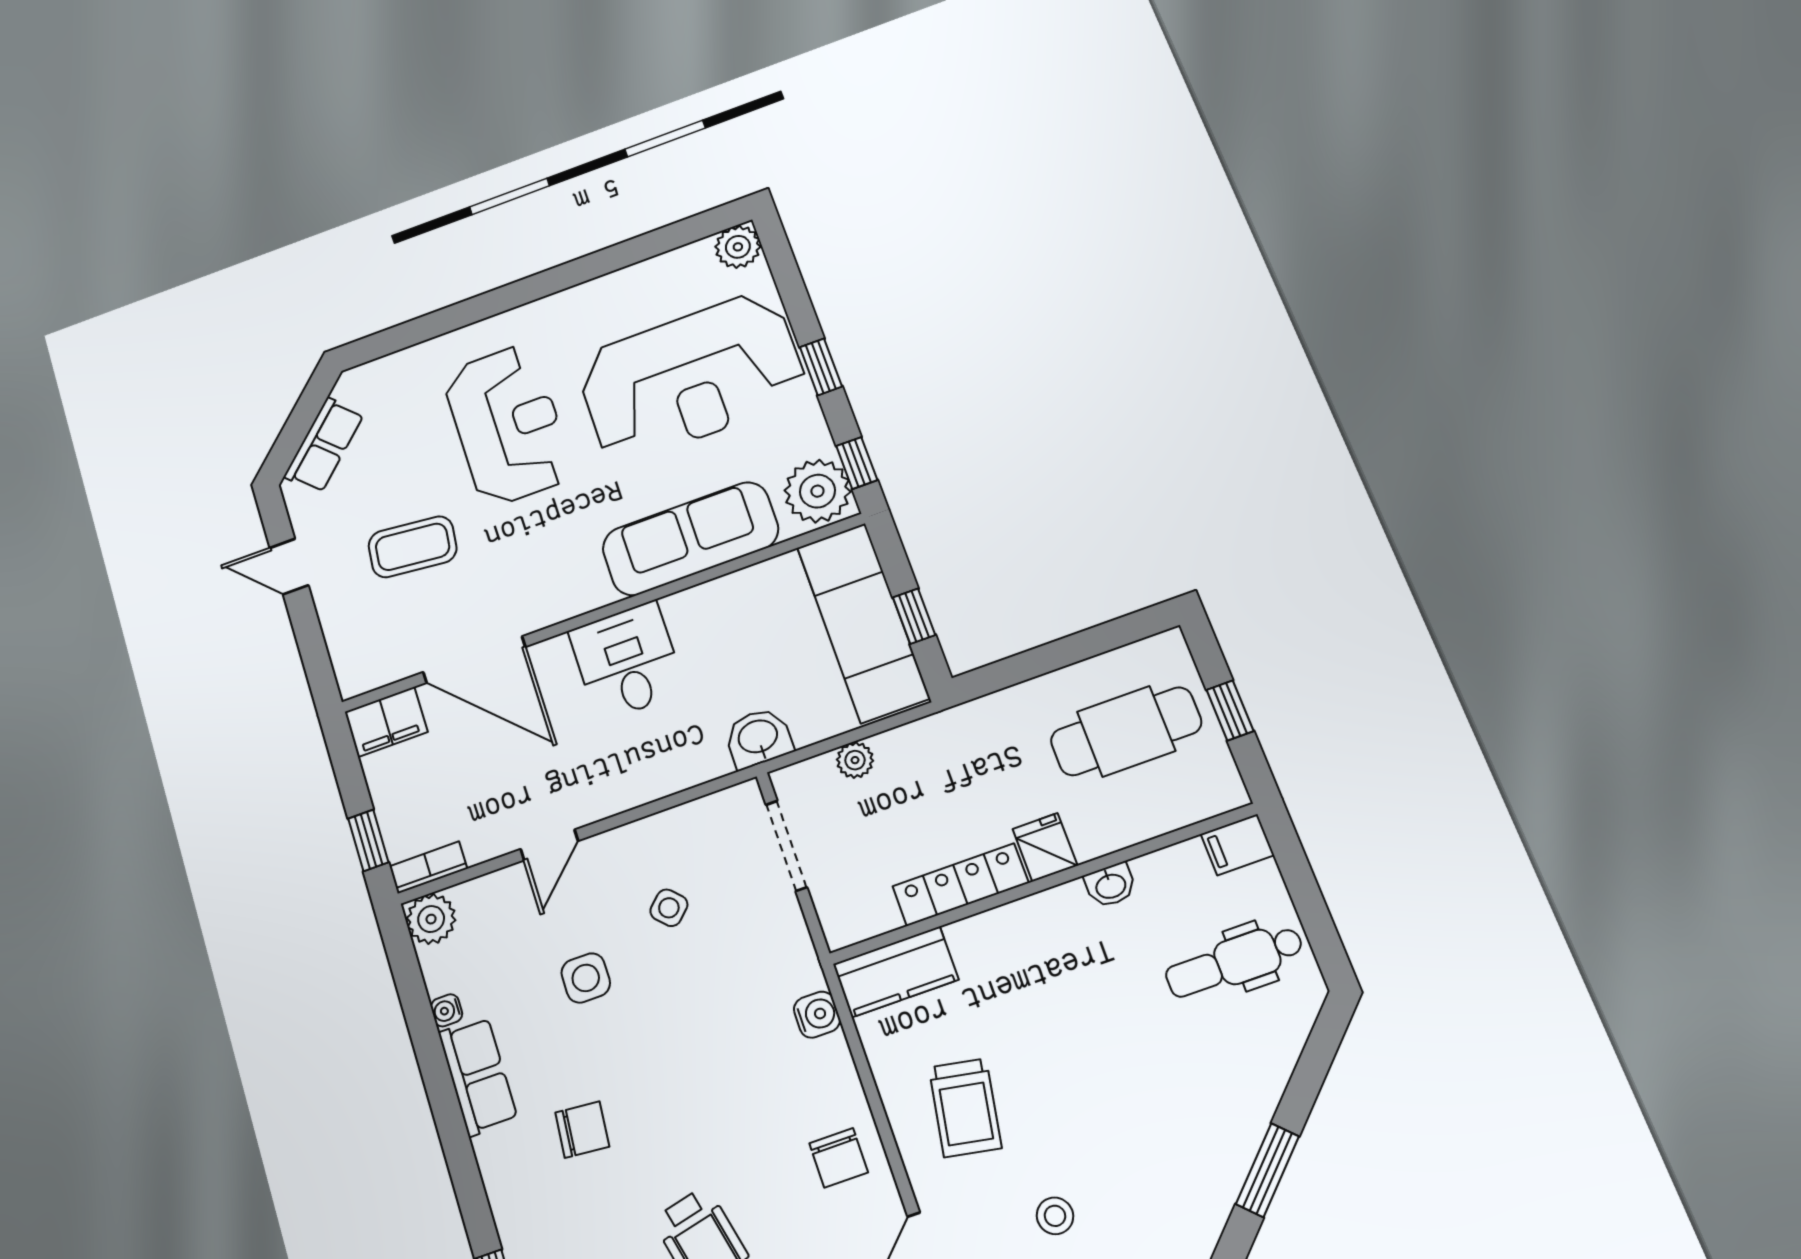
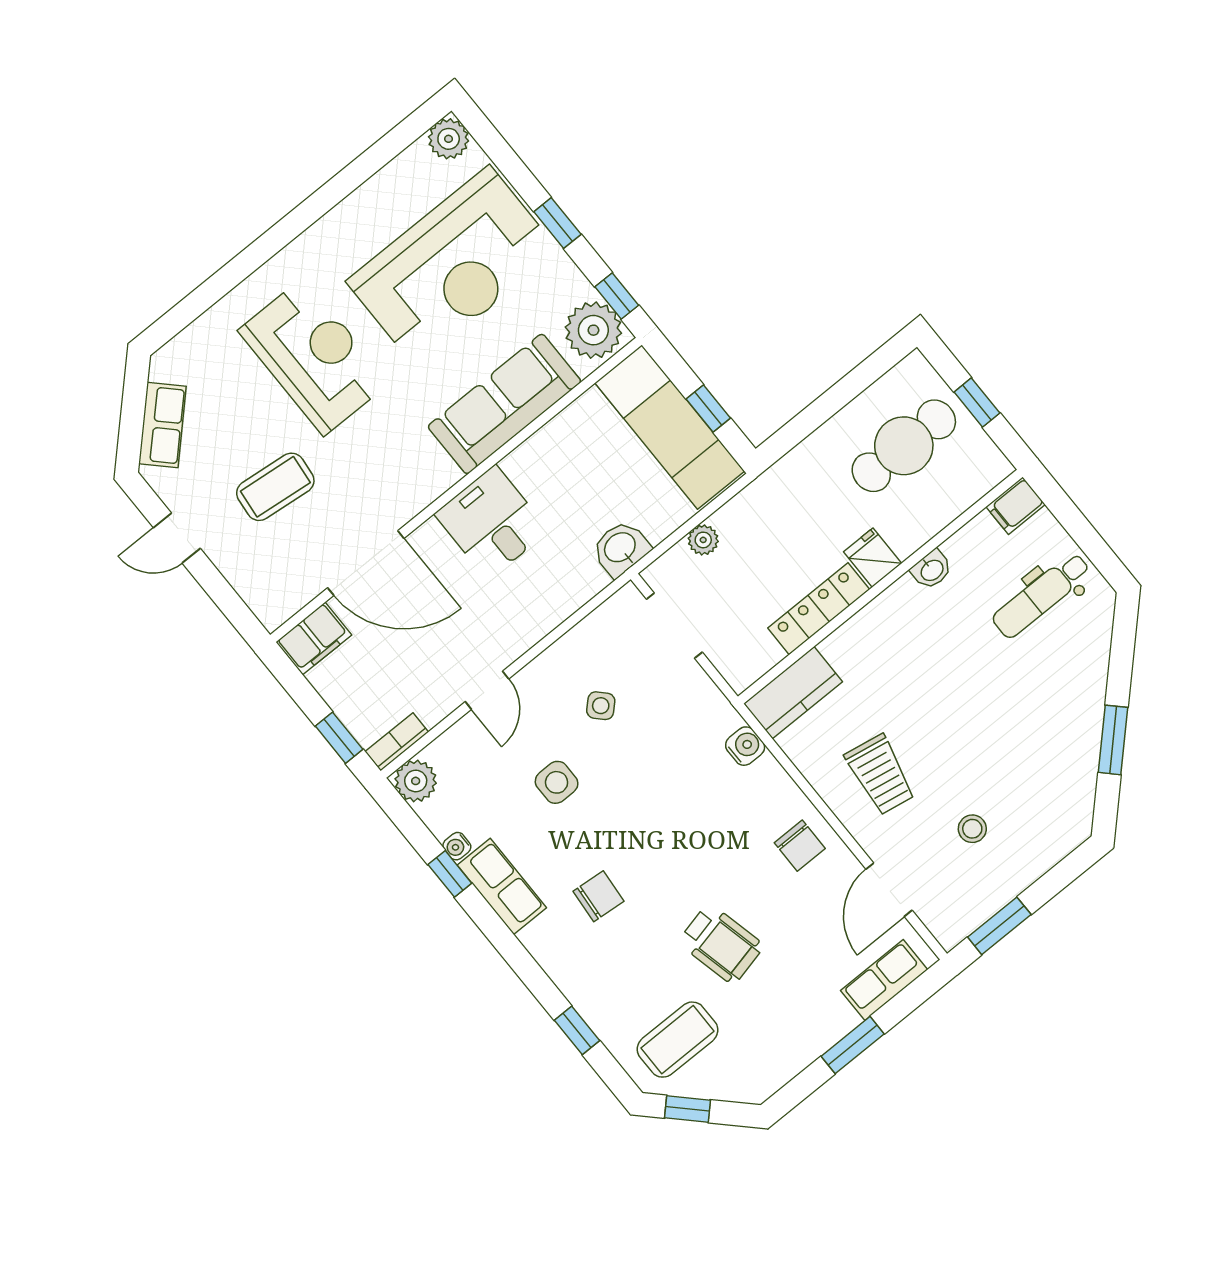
window: (426, 1039) -> (450, 874), added

